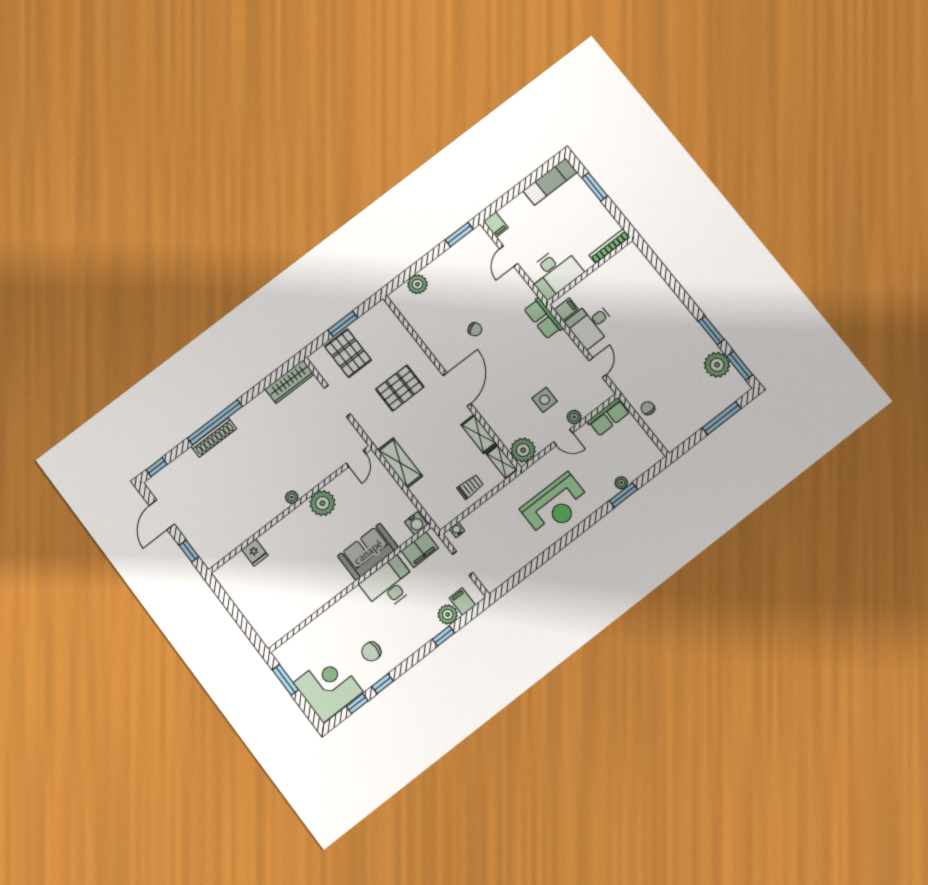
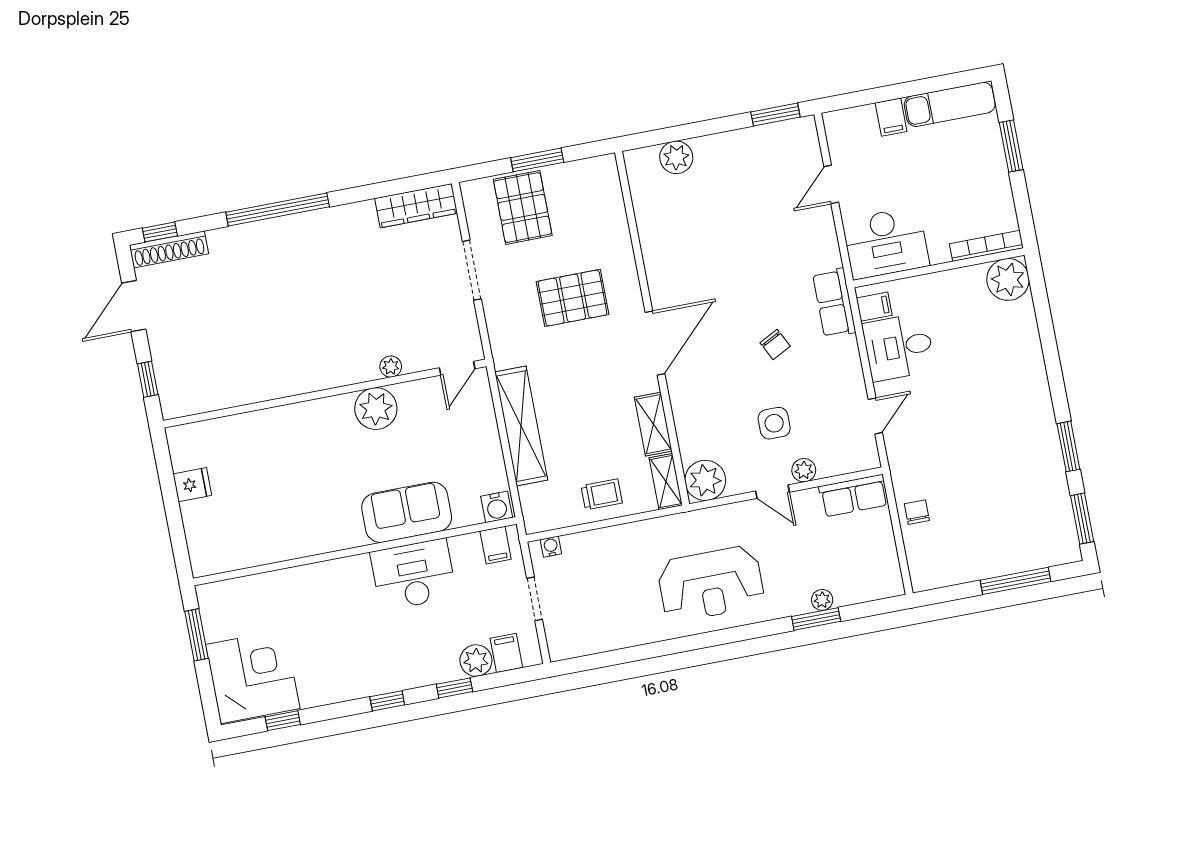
filing cabinet: (496, 225) -> (891, 117), moved
chair: (475, 329) -> (775, 344), moved
plant: (717, 365) -> (1008, 279), moved
shoe rack: (214, 437) -> (169, 249), moved
shelving: (400, 463) -> (521, 426), width x1.47
plant: (292, 497) -> (391, 367), moved
filing cabinet: (420, 549) -> (496, 545), width x0.50
fridge: (255, 553) -> (192, 485), moved, turned -90
chair: (371, 652) -> (340, 657), removed
window: (383, 684) -> (387, 701), moved

